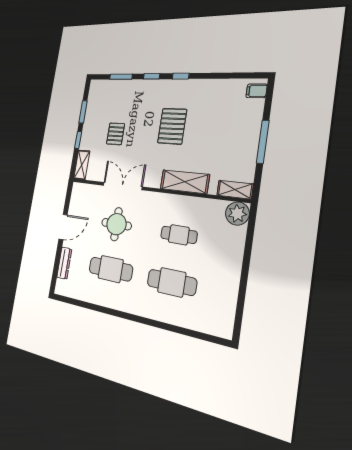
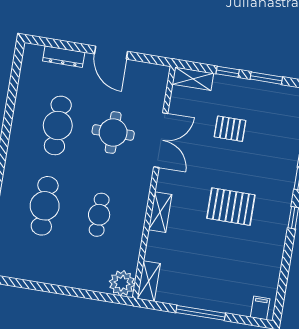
shelving: (185, 182) -> (160, 212), width x0.67, depth x0.75

